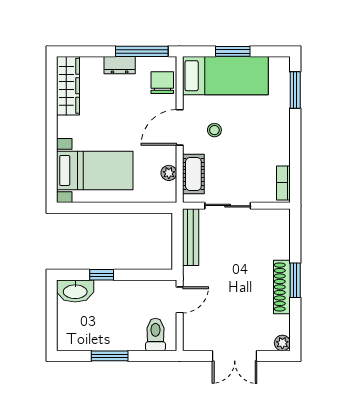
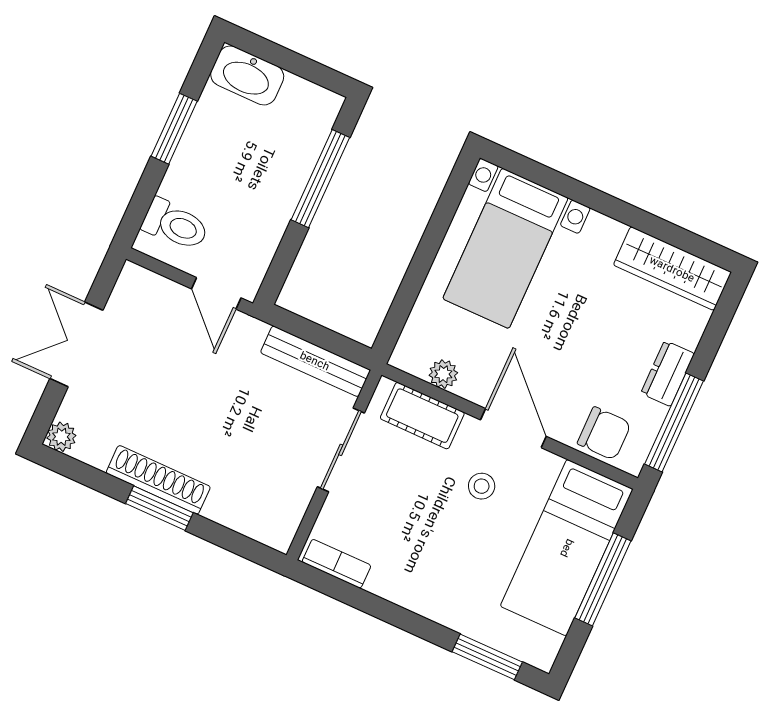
window: (233, 51) -> (603, 579), width x1.44
window: (102, 275) -> (320, 179), width x2.17
washbasin: (75, 291) -> (247, 75), moved, turned -90

